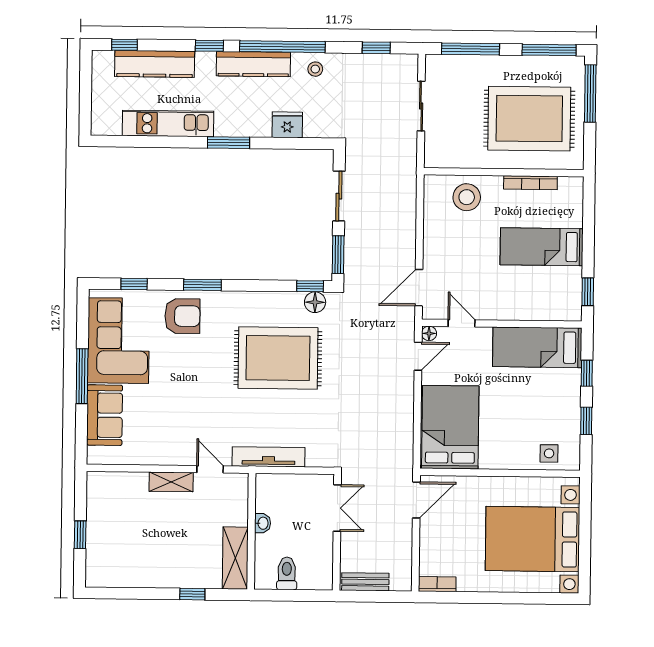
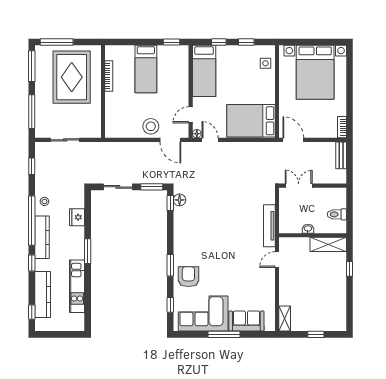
stool: (467, 197) -> (151, 126), moved
rug: (278, 358) -> (212, 221), removed
shelving: (171, 482) -> (285, 319), moved
bench: (365, 582) -> (341, 155), moved

